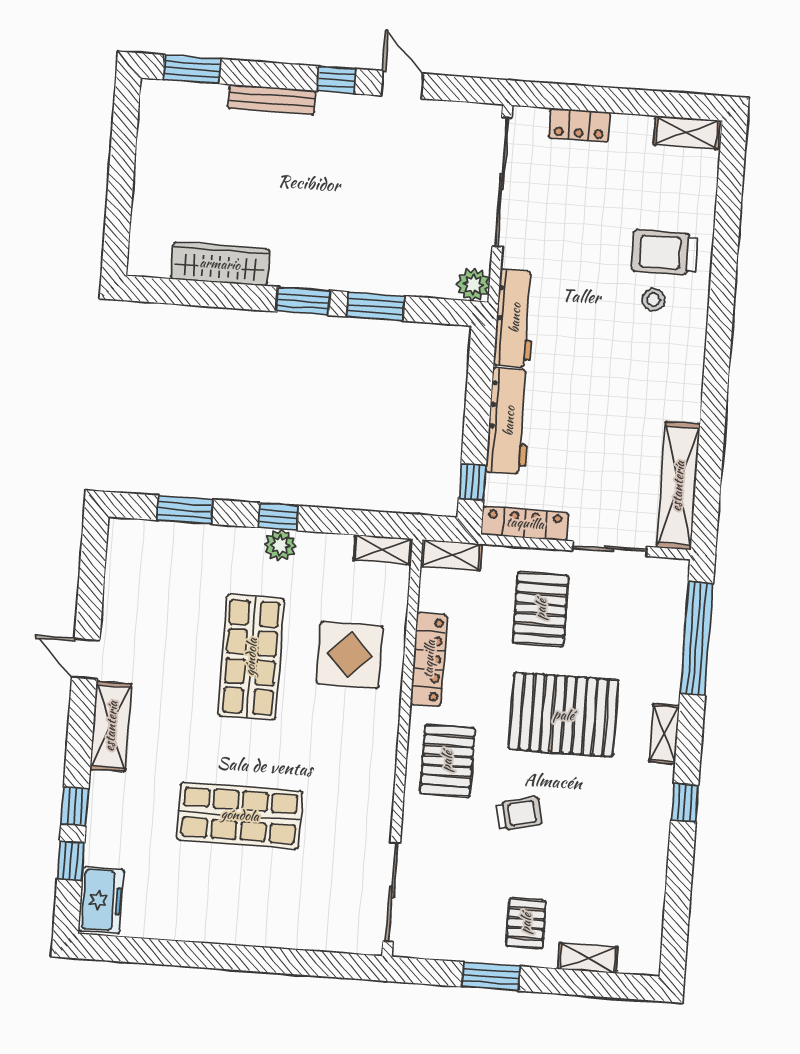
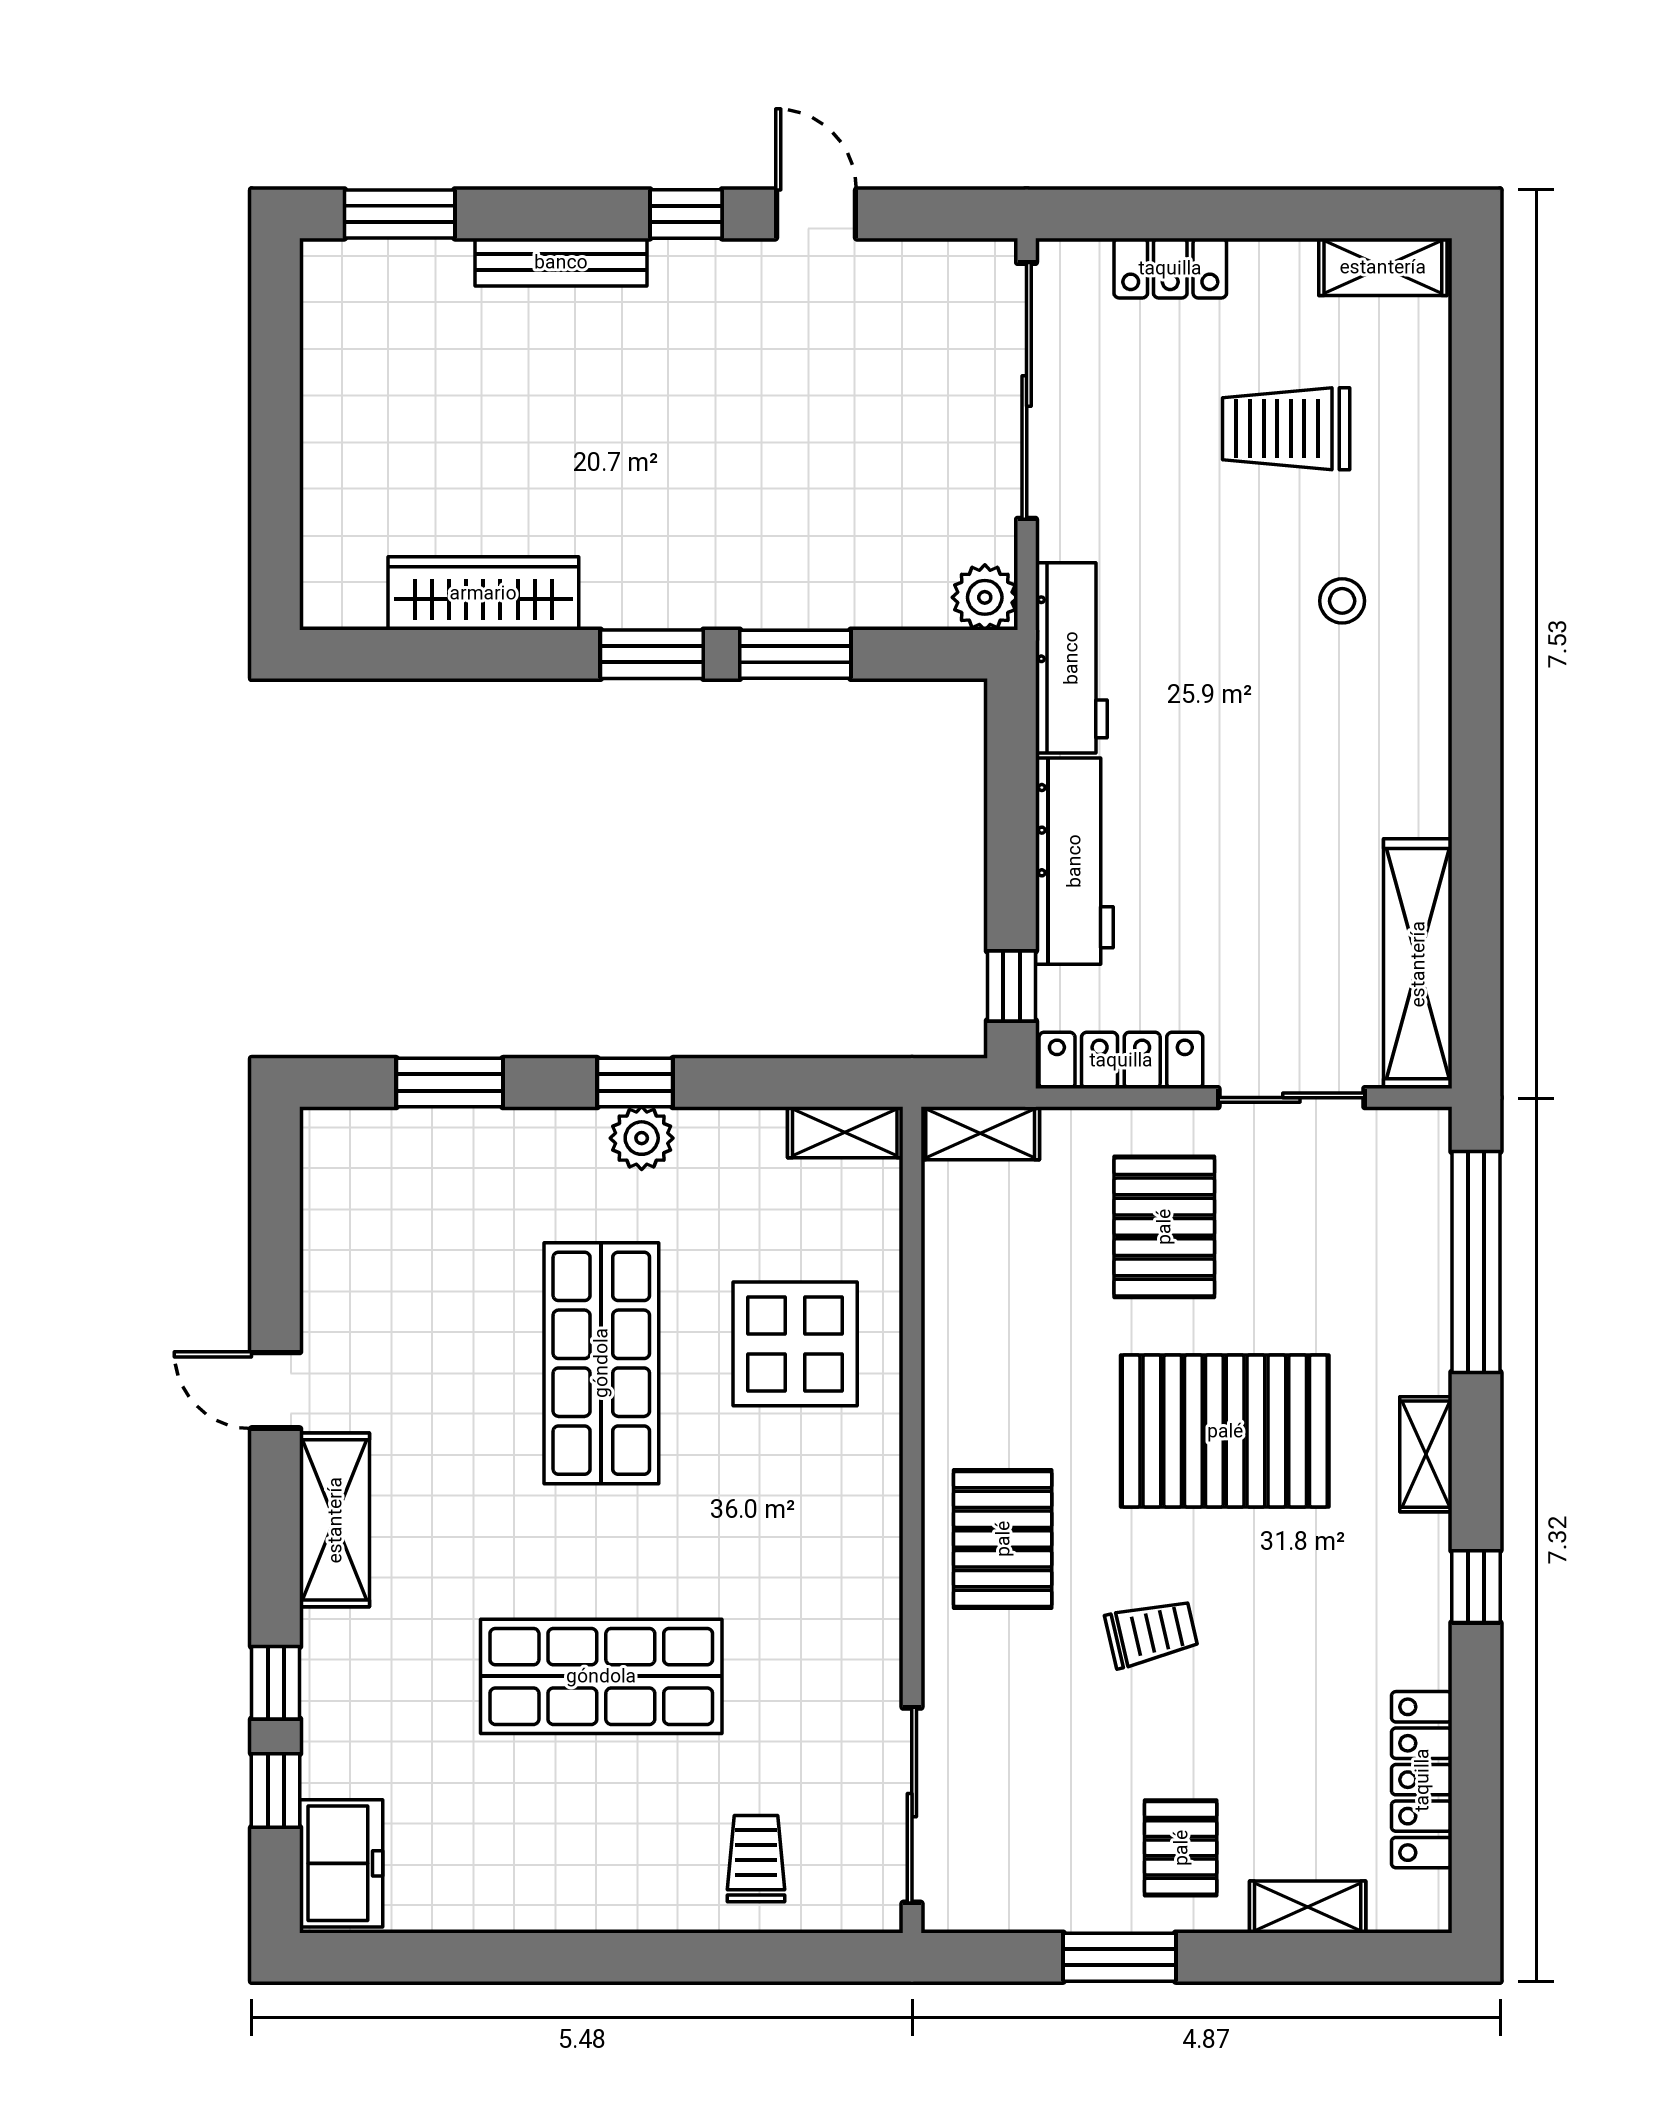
trolley: (665, 253) -> (1286, 429), moved
locker: (429, 659) -> (1422, 1780), moved, turned 180
trolley: (311, 913) -> (756, 1859), added

